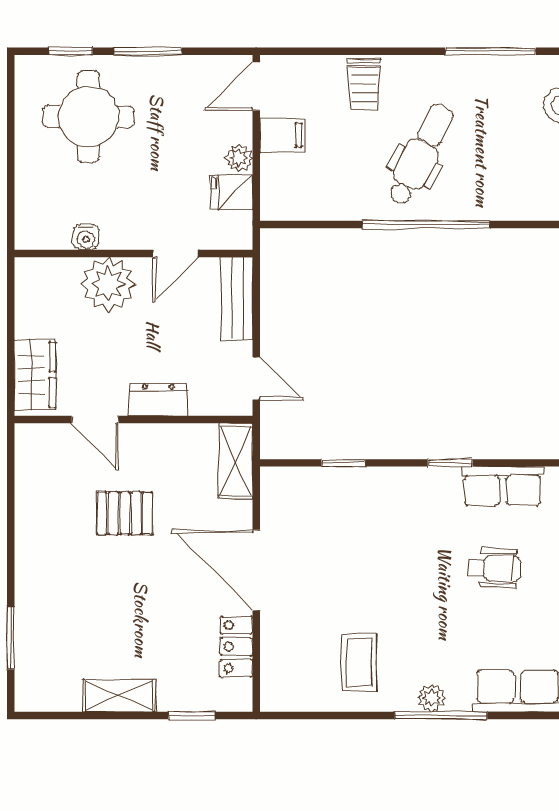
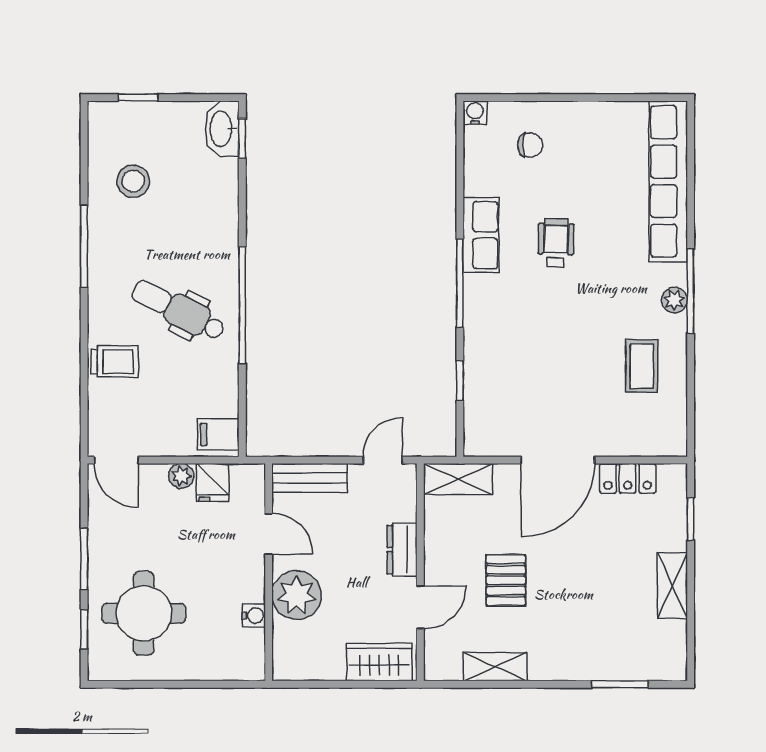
filing cabinet: (283, 135) -> (218, 434), moved, turned -90
window: (450, 463) -> (460, 283), width x2.17
shelving: (30, 501) -> (495, 667), added
coffee table: (359, 662) -> (642, 366), turned 90

